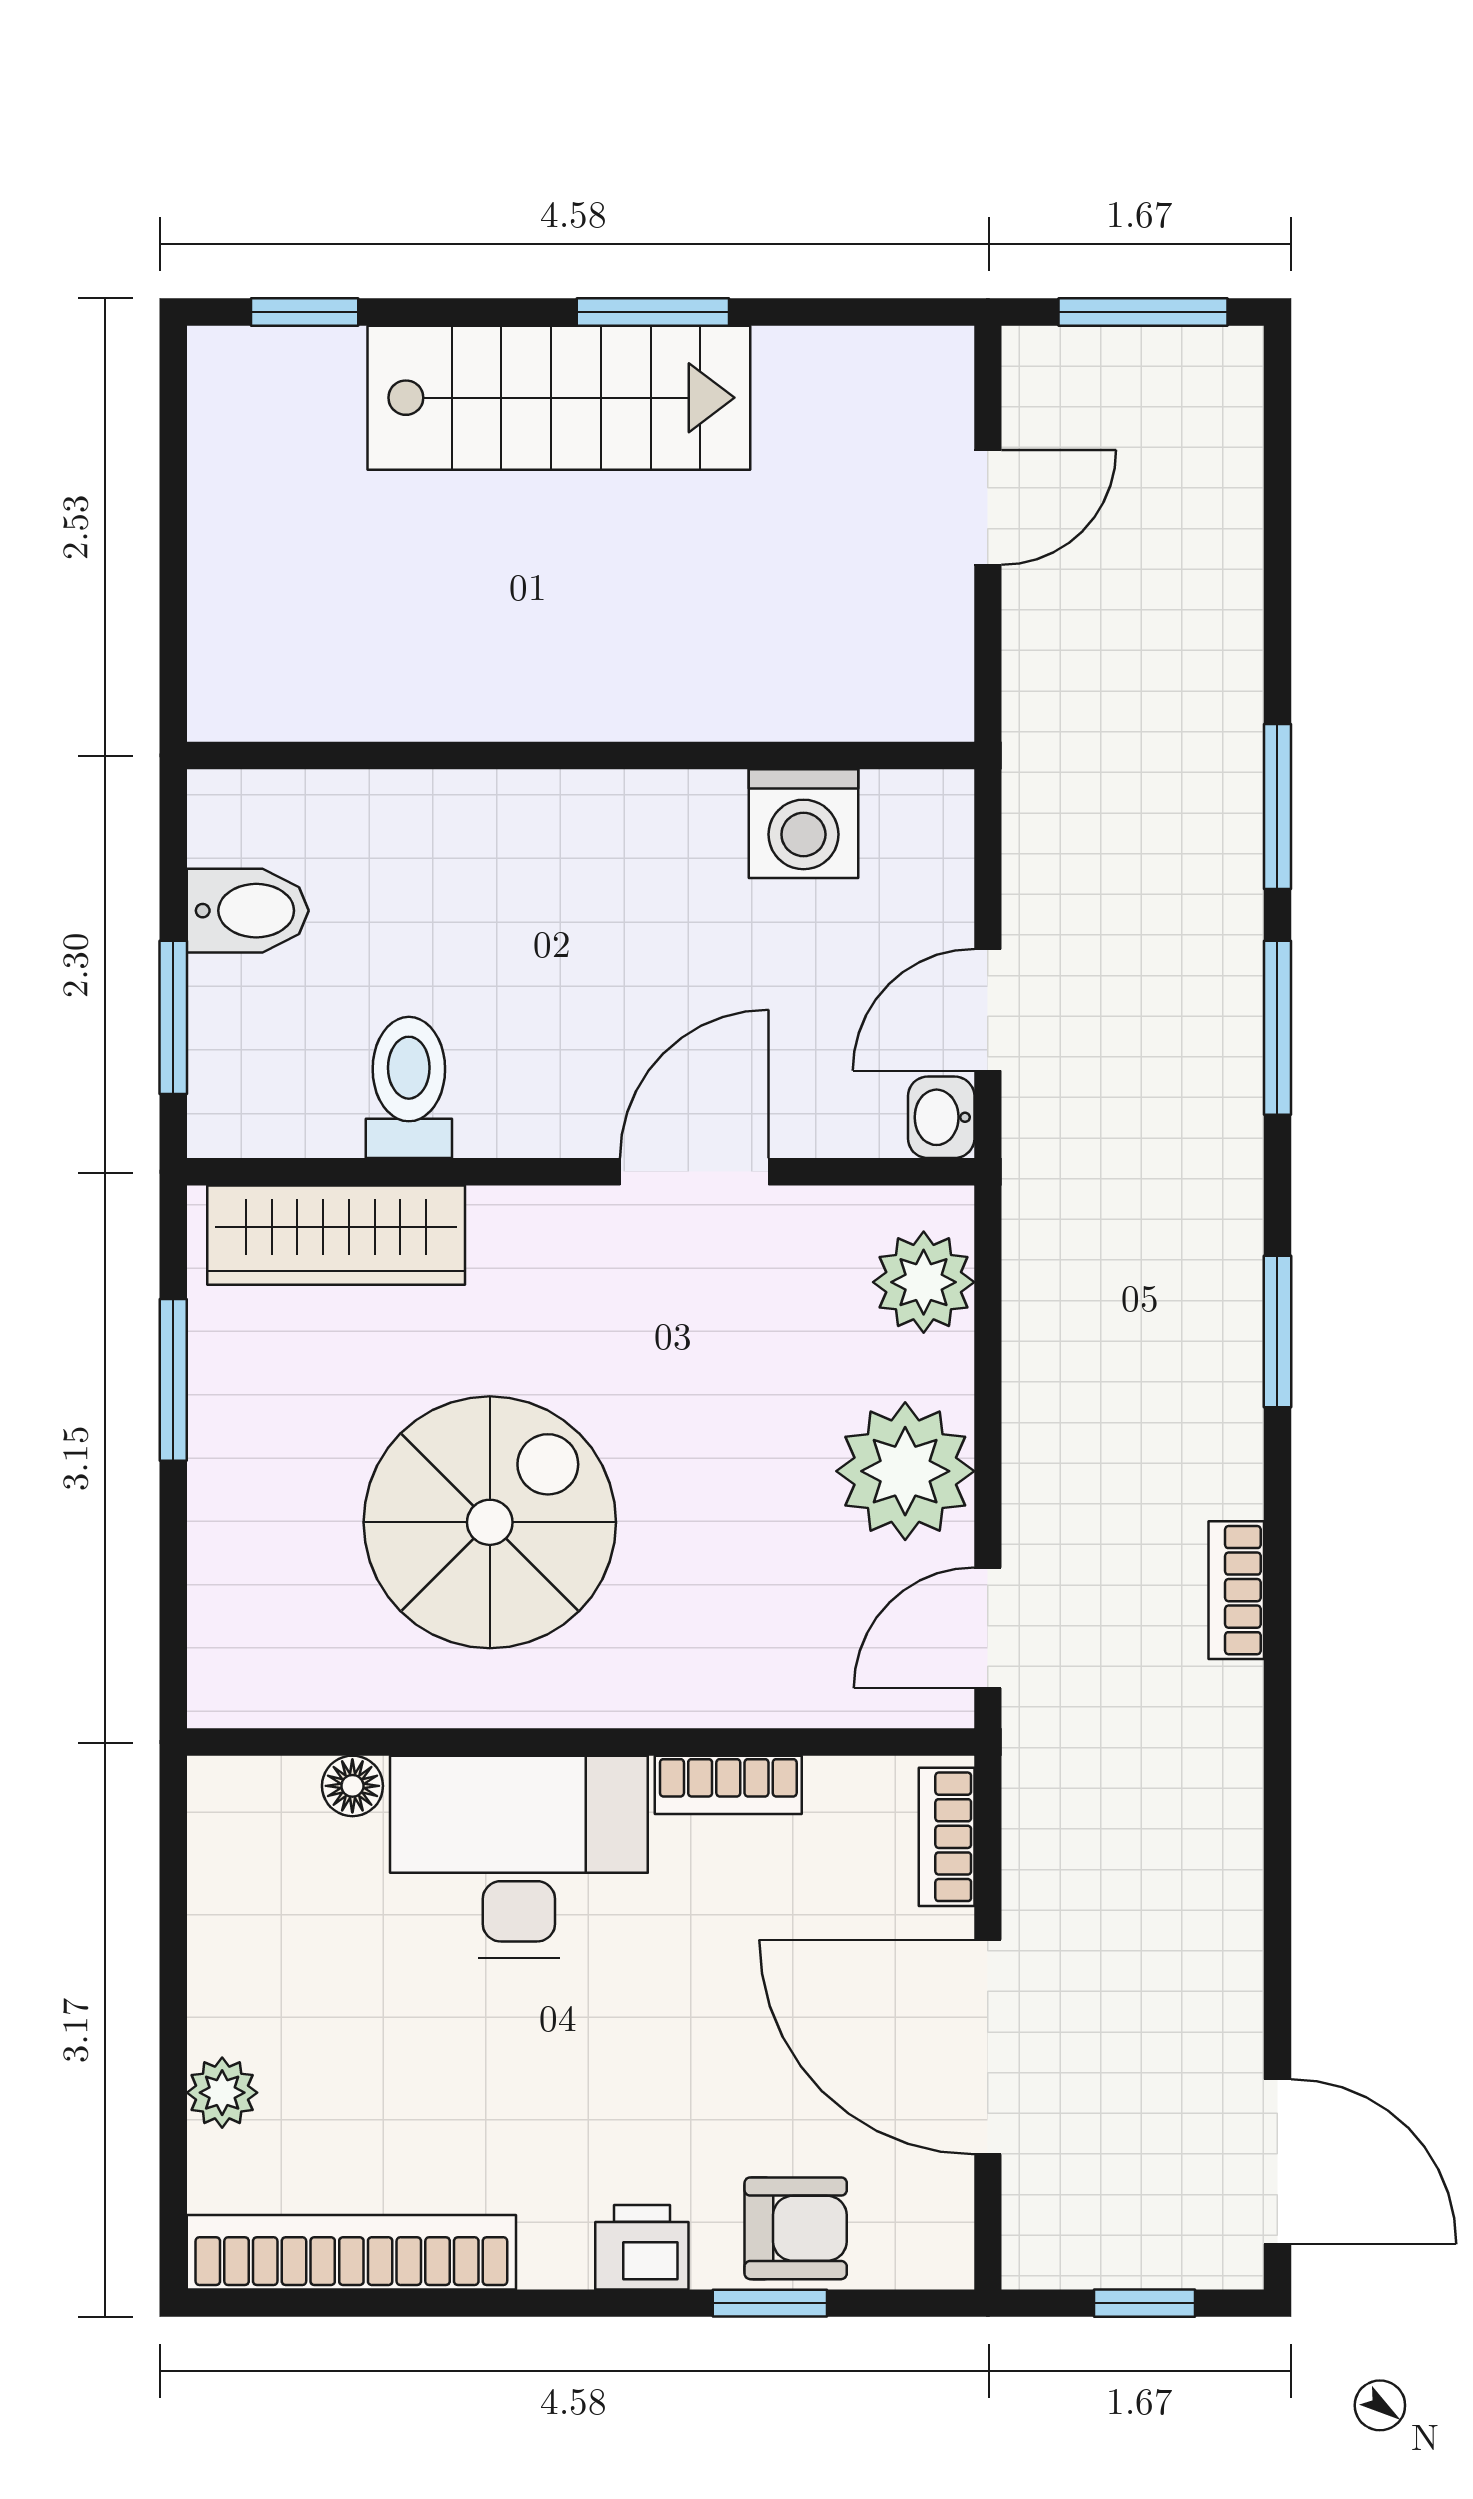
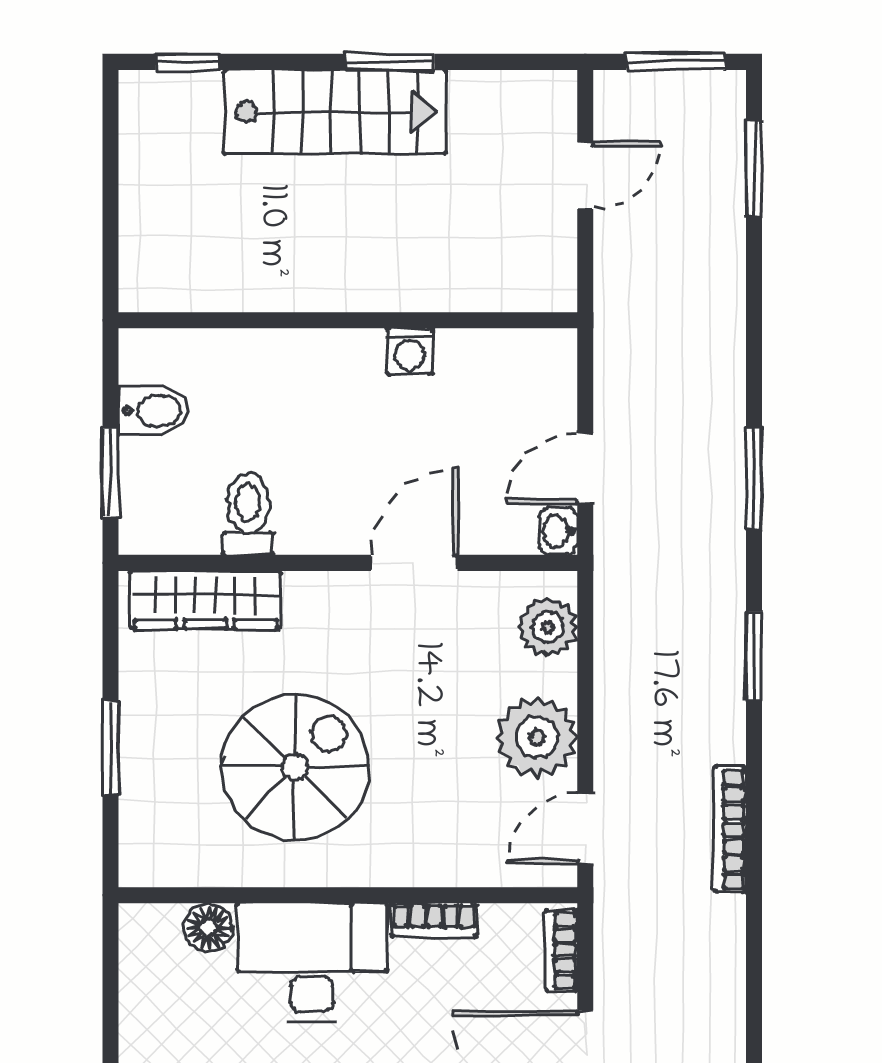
window: (1277, 807) -> (754, 168), moved
washing machine: (803, 824) -> (410, 351), moved, width x0.73, depth x0.73
window: (173, 1380) -> (111, 748), moved
bookcase: (1236, 1590) -> (730, 829), width x1.56
floor lamp: (352, 1786) -> (208, 927), width x1.37, depth x1.37

